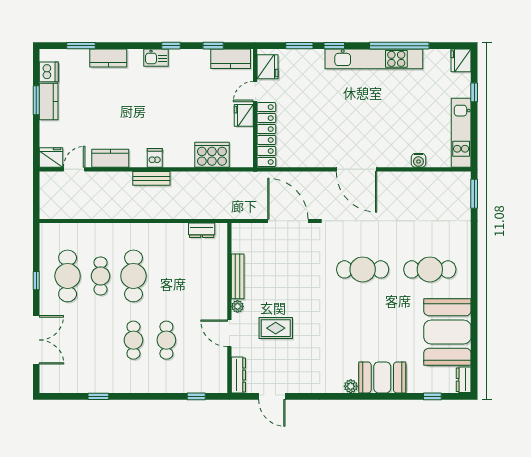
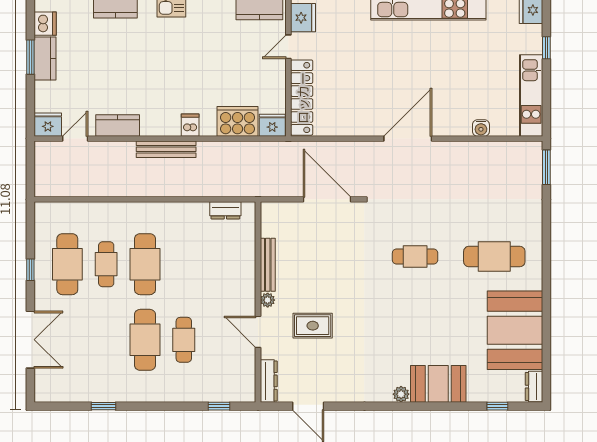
fridge: (244, 115) -> (272, 125), moved, turned 90
dishwasher: (155, 158) -> (190, 125), moved
door: (356, 169) -> (408, 139), swing flipped
bench: (151, 178) -> (166, 149), width x1.36
cafe table: (363, 269) -> (415, 257), width x0.73, depth x0.74
cafe table: (133, 340) -> (145, 340), width x1.37, depth x1.35

